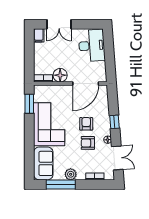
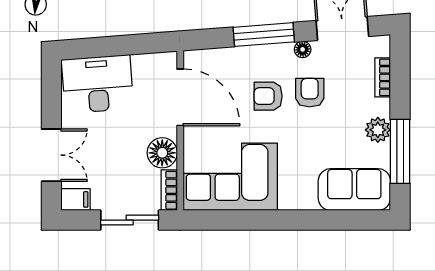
sliding door: (29, 60) -> (130, 220), added
window: (29, 104) -> (224, 220), removed
window: (114, 122) -> (264, 35), width x2.17
corner sofa: (49, 124) -> (230, 177), moved
armchair: (88, 143) -> (310, 93), turned 180

